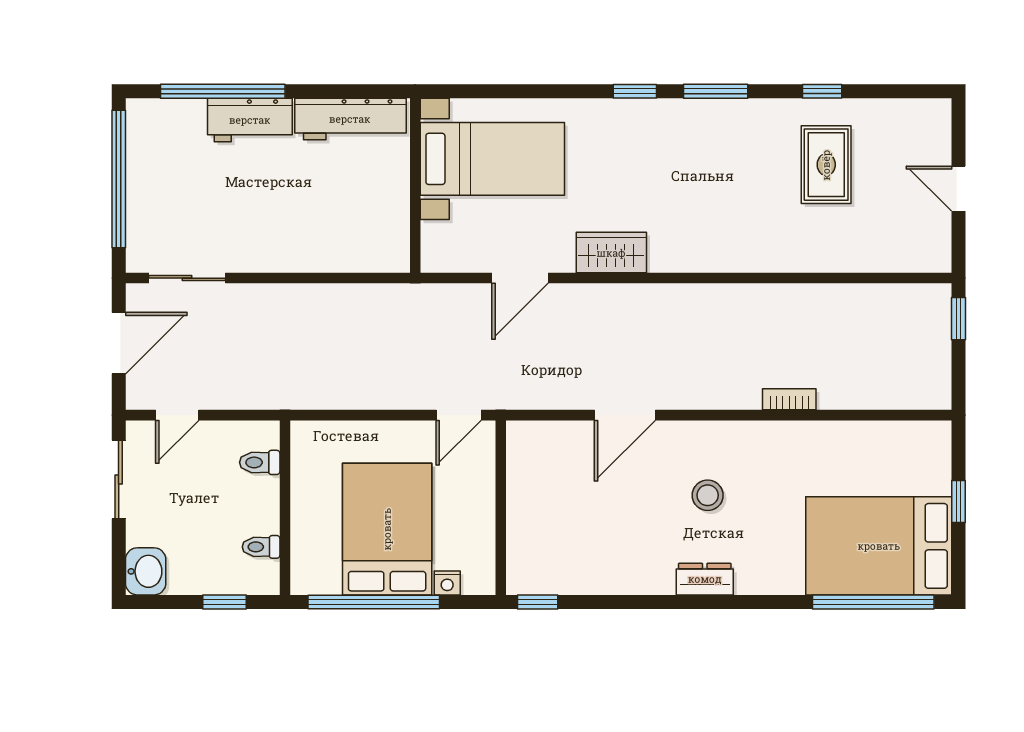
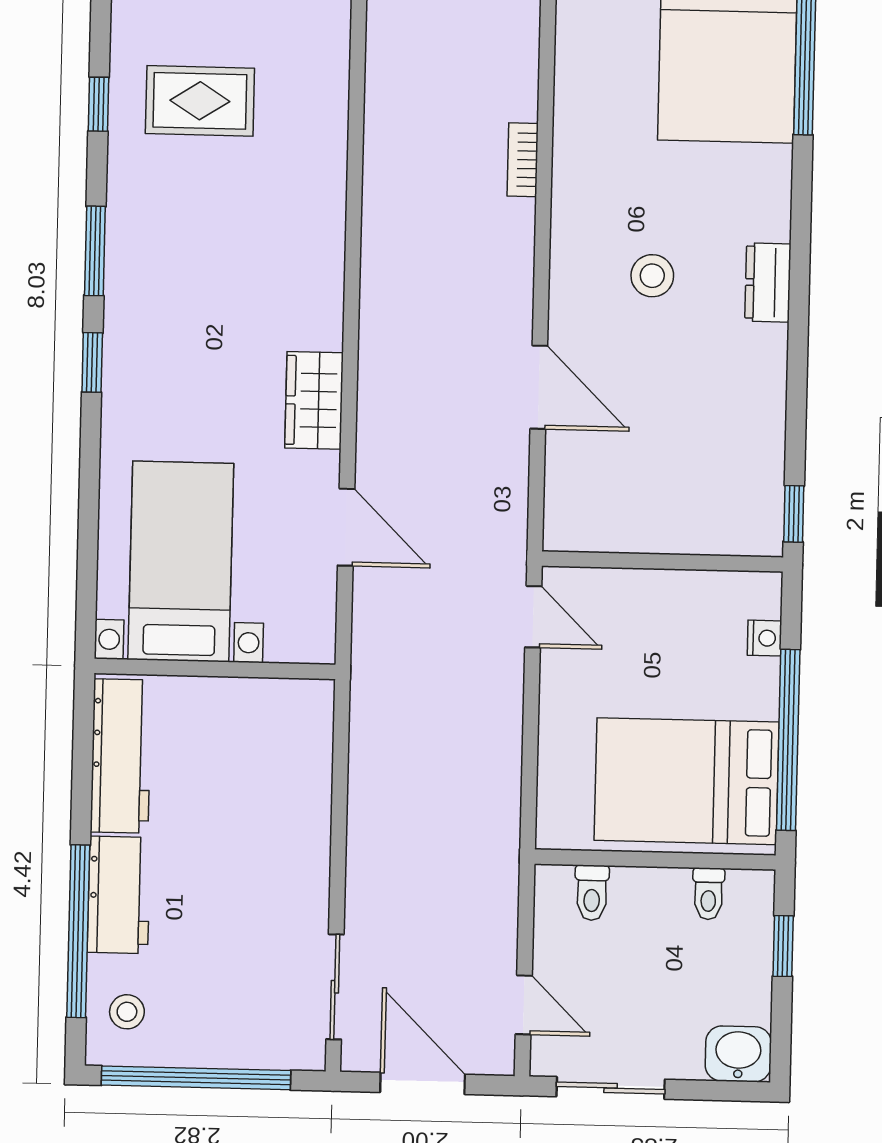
stool: (165, 128) -> (127, 1012), added
bed: (387, 529) -> (687, 781), moved

